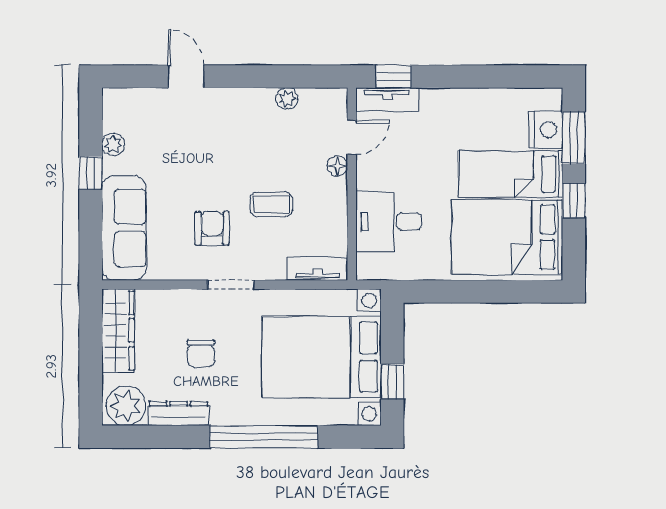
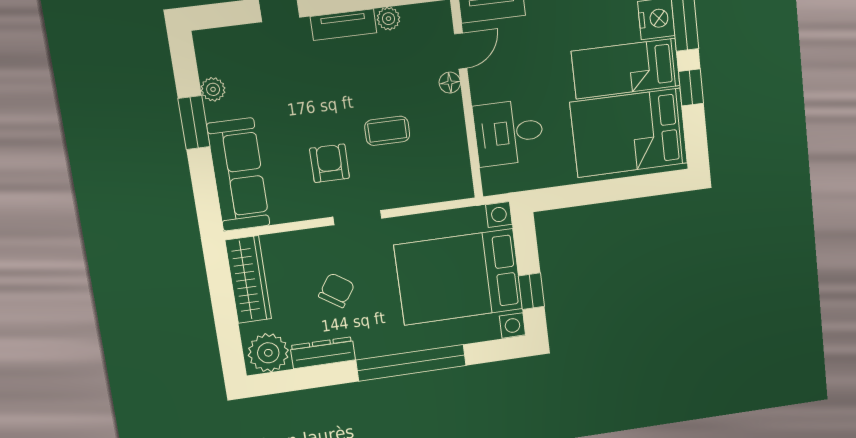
window: (91, 173) -> (194, 123), width x1.50
tv unit: (318, 269) -> (344, 25), moved, turned 180
chair: (201, 353) -> (337, 290), turned -146

